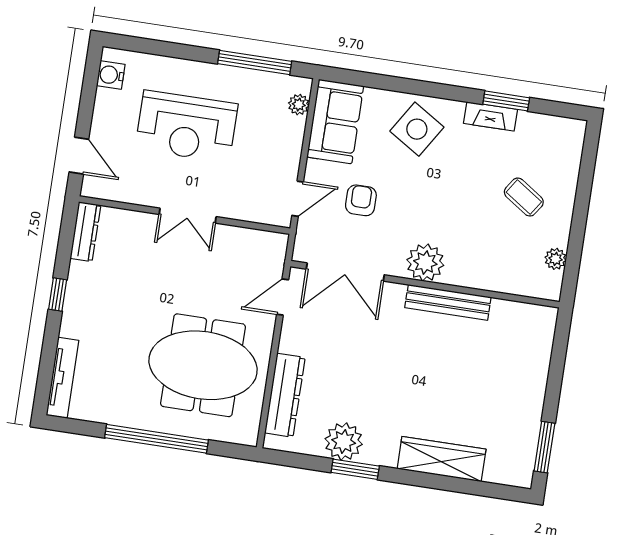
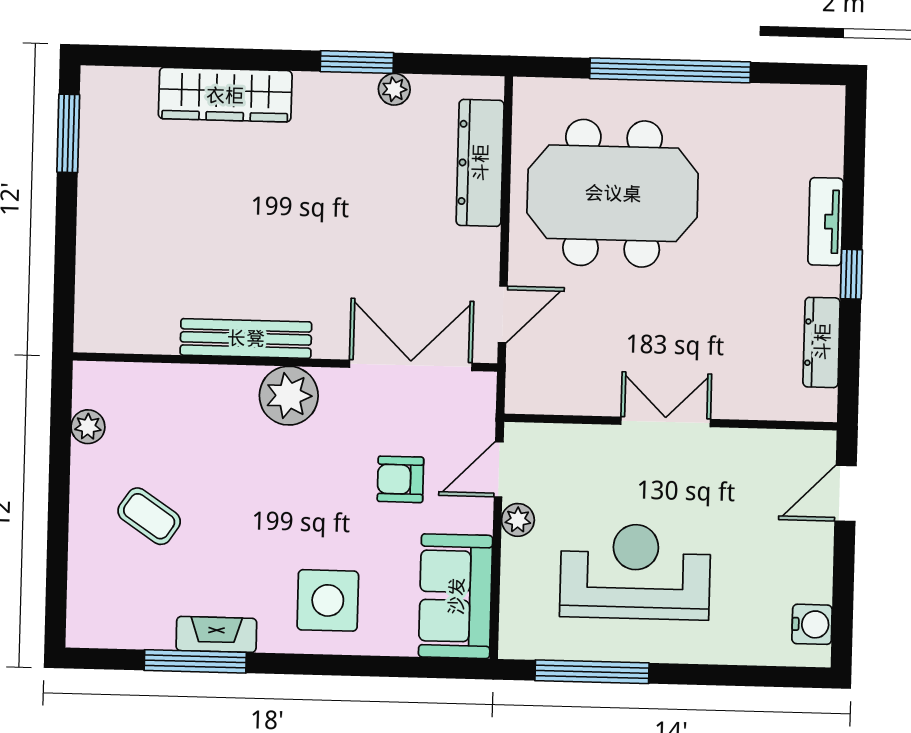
window: (506, 101) -> (195, 661), width x1.44
plant: (299, 105) -> (518, 520), moved
reception desk: (186, 126) -> (635, 572), moved
side table: (417, 129) -> (328, 600), turned -32
door: (79, 156) -> (846, 493), hinge flipped
armchair: (361, 200) -> (400, 479), turned 90
dresser: (85, 232) -> (822, 342), moved
tv unit: (62, 378) -> (826, 222), moved, width x0.71
plant: (344, 442) -> (394, 89), width x0.53, depth x0.53

